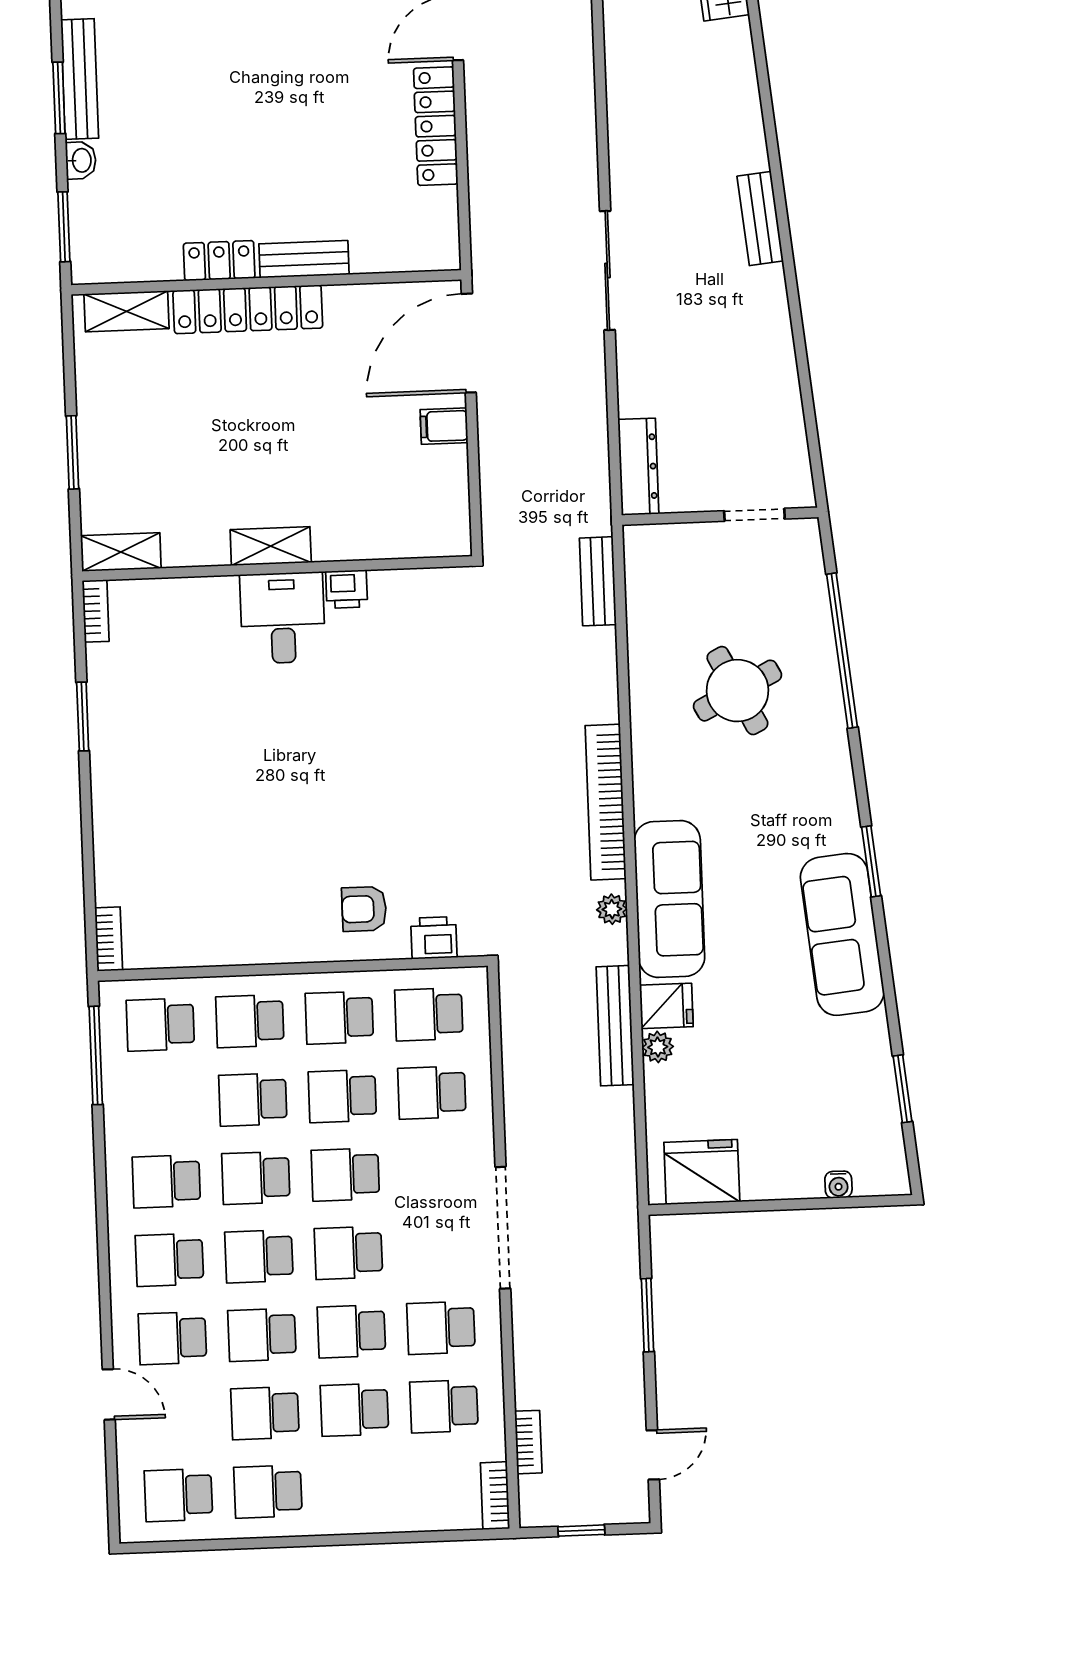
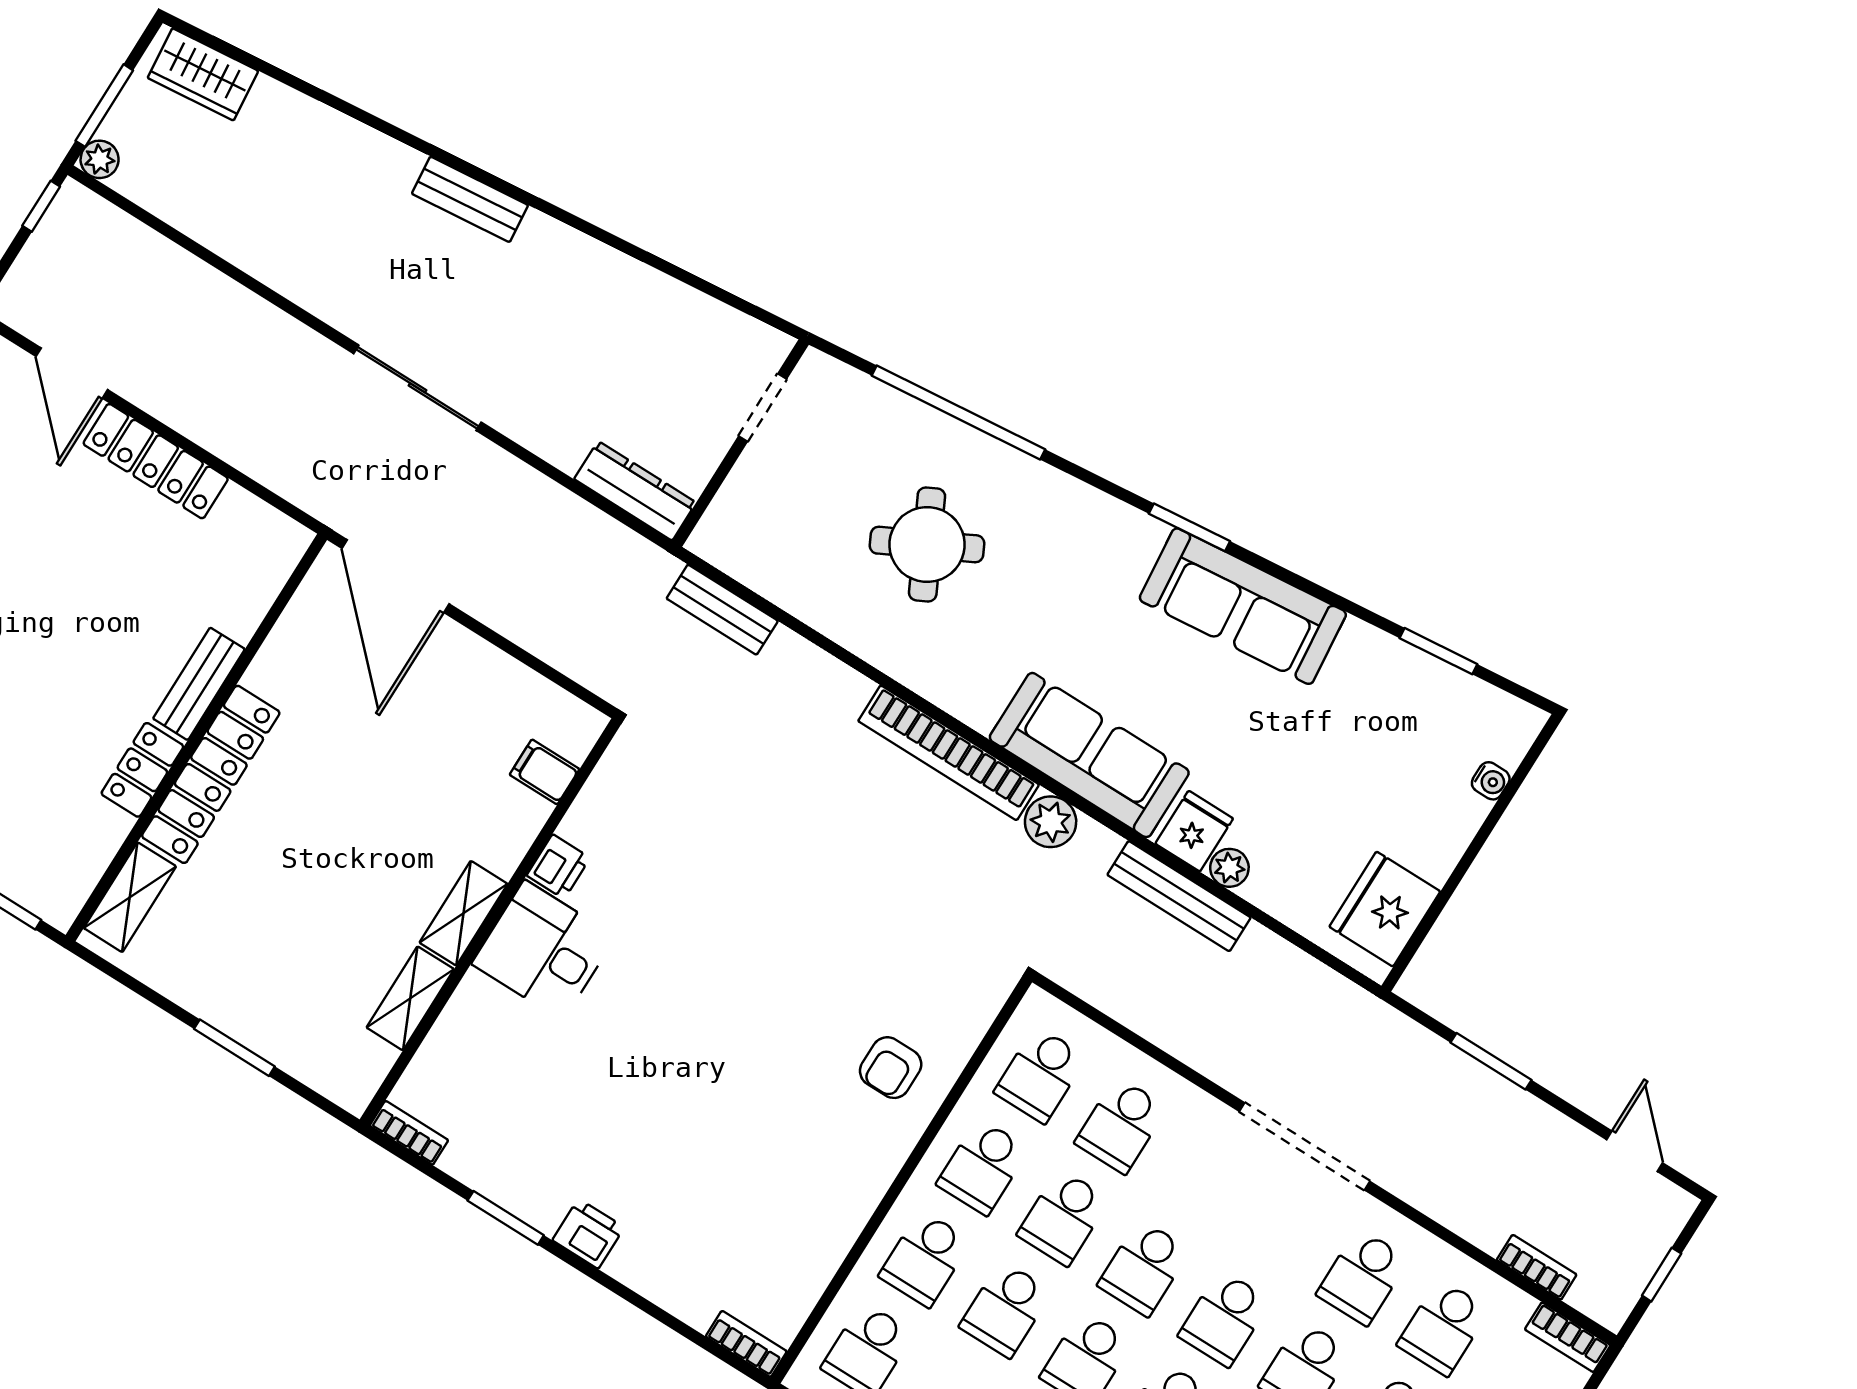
filing cabinet: (444, 426) -> (545, 772), moved, turned 90
shelving: (121, 552) -> (410, 998), moved
plant: (612, 909) -> (1051, 822), width x1.38, depth x1.38
printer: (434, 938) -> (588, 1234), moved, turned 90

